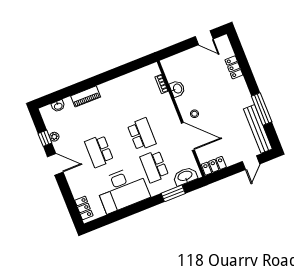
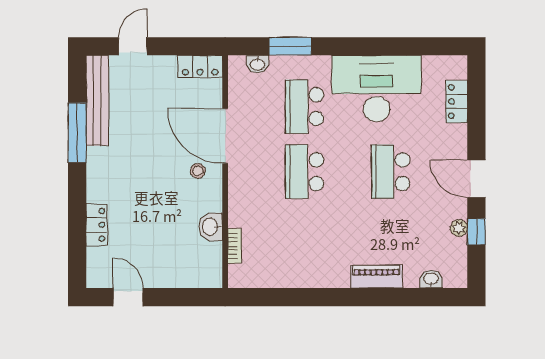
school desk: (99, 151) -> (391, 172), turned 180
school desk: (154, 166) -> (305, 107), turned 180
washbasin: (185, 176) -> (257, 64), width x0.52, depth x0.69
locker: (84, 208) -> (457, 102), moved

